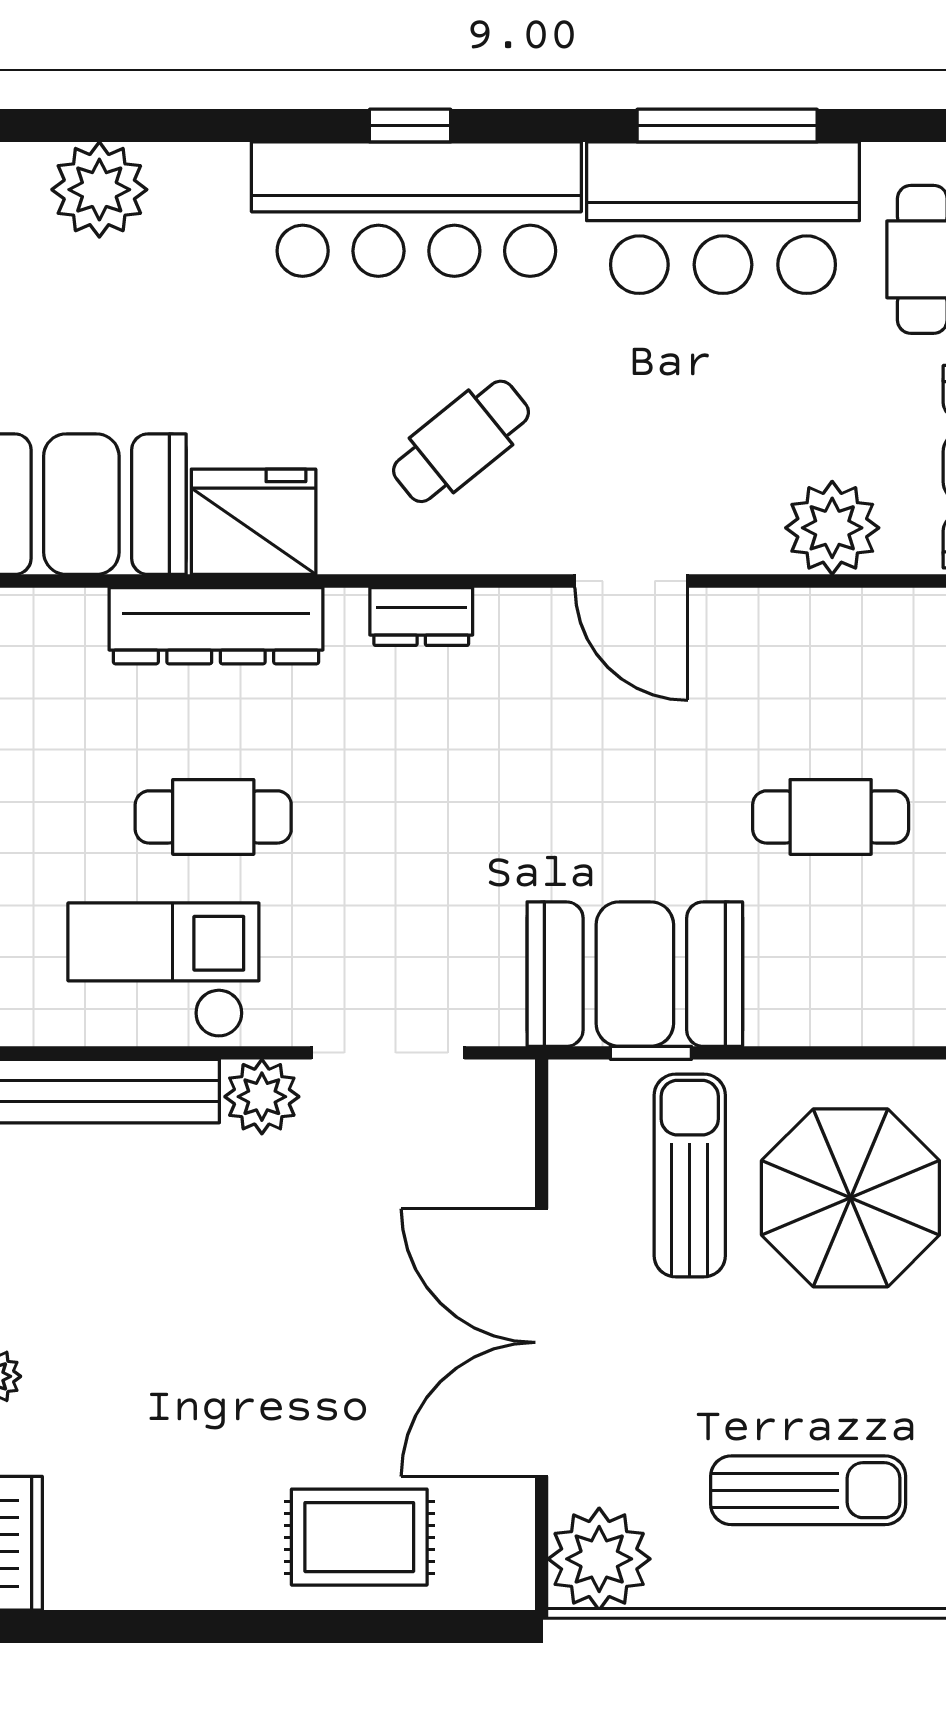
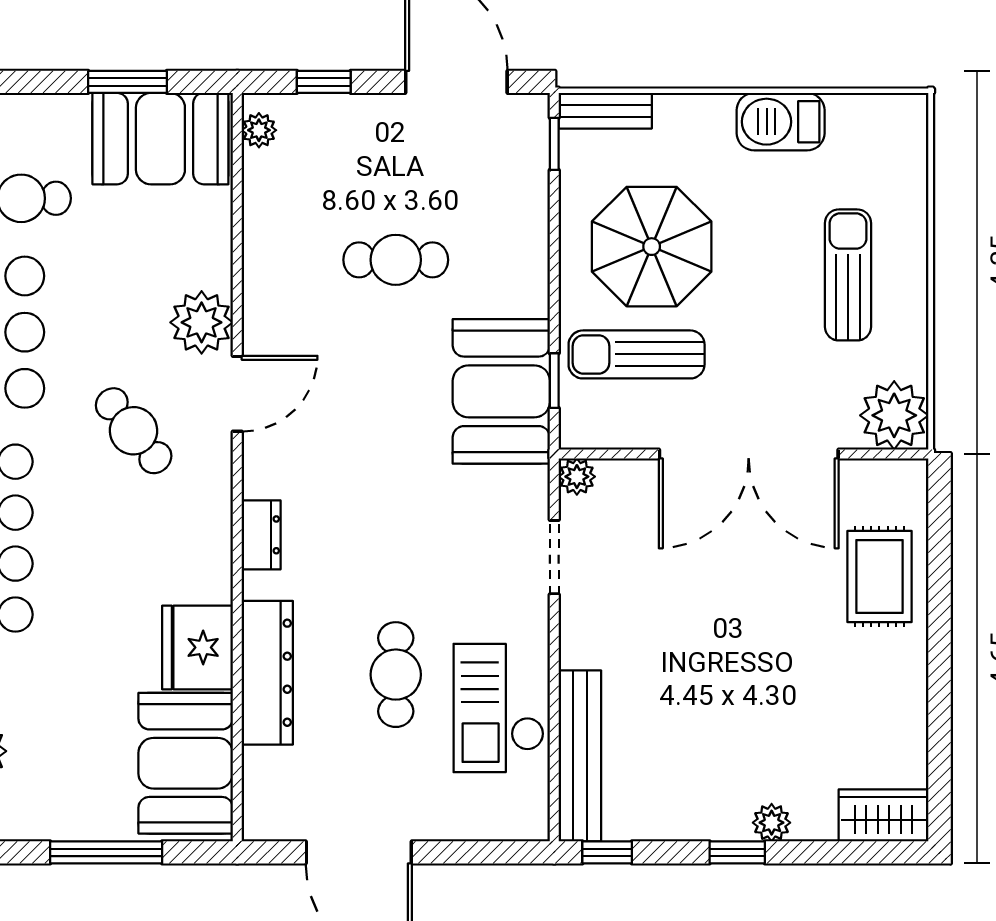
cafe table: (461, 441) -> (134, 431), moved
plant: (832, 528) -> (202, 322), moved
cafe table: (831, 817) -> (396, 260), turned 90
doorway: (388, 1053) -> (554, 557), width x0.73
plant: (262, 1097) -> (577, 477), moved, width x0.73, depth x0.73

